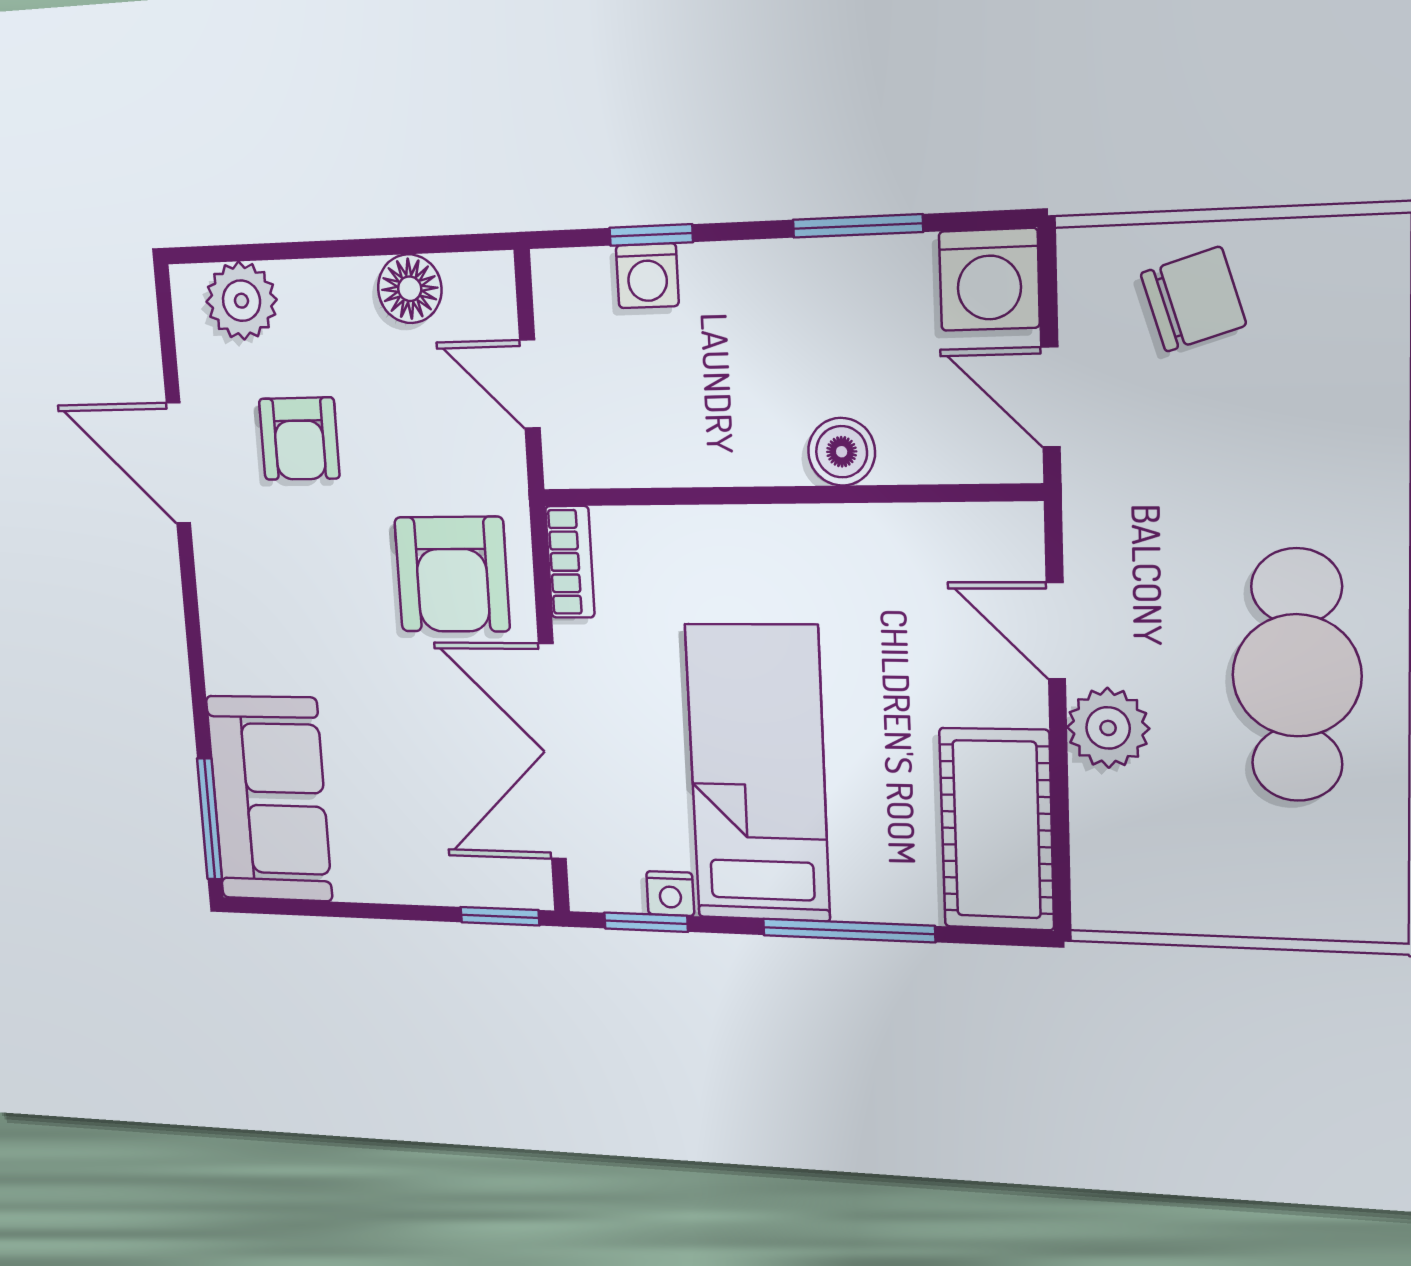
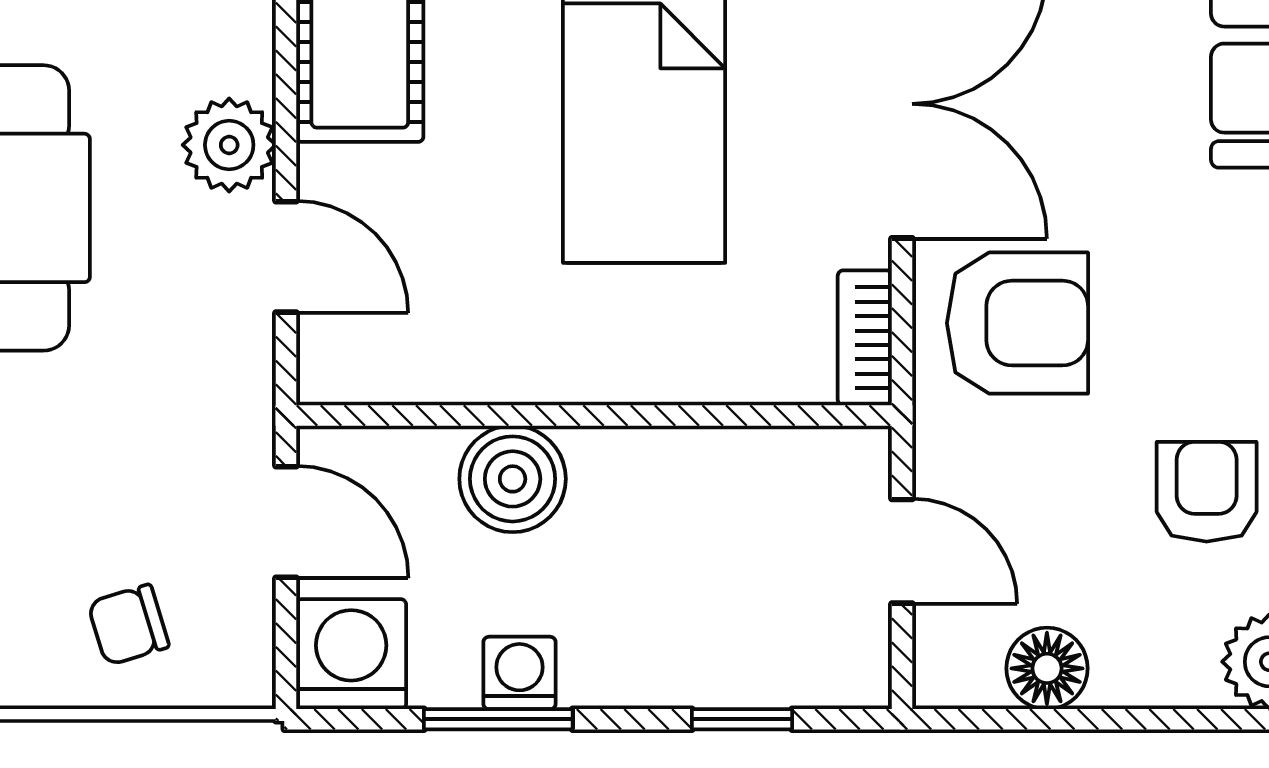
washing machine: (647, 276) -> (519, 673), moved
chair: (1193, 299) -> (128, 625), width x0.73, depth x0.73
boiler: (842, 452) -> (513, 479), width x1.36, depth x1.36
armchair: (452, 574) -> (1017, 323), turned 90

